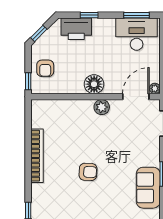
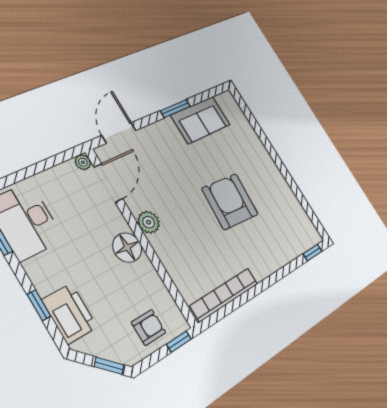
door: (136, 97) -> (108, 183), swing flipped
bookcase: (37, 156) -> (224, 295), moved
armchair: (88, 172) -> (230, 201), width x1.88, depth x1.88

